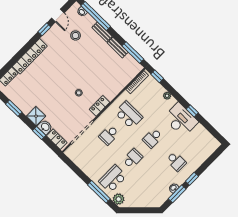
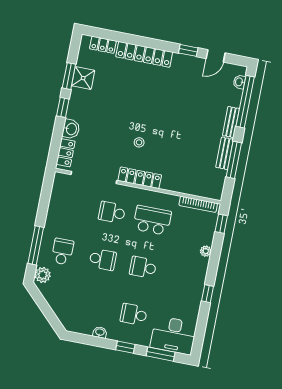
stool: (76, 36) -> (206, 93), removed
window: (133, 52) -> (234, 160), moved
locker: (99, 106) -> (140, 178), width x1.53
school desk: (129, 115) -> (152, 220), turned -90
shower: (36, 116) -> (83, 78), moved
desk: (181, 120) -> (173, 335), moved, turned 90
window: (39, 133) -> (63, 107), moved
school desk: (176, 162) -> (134, 314), turned 90
school desk: (113, 179) -> (62, 252), width x0.54
window: (177, 194) -> (161, 354), moved

